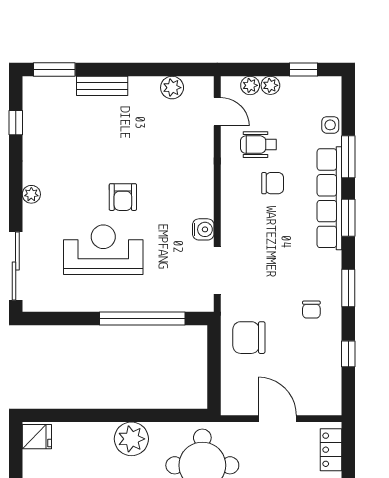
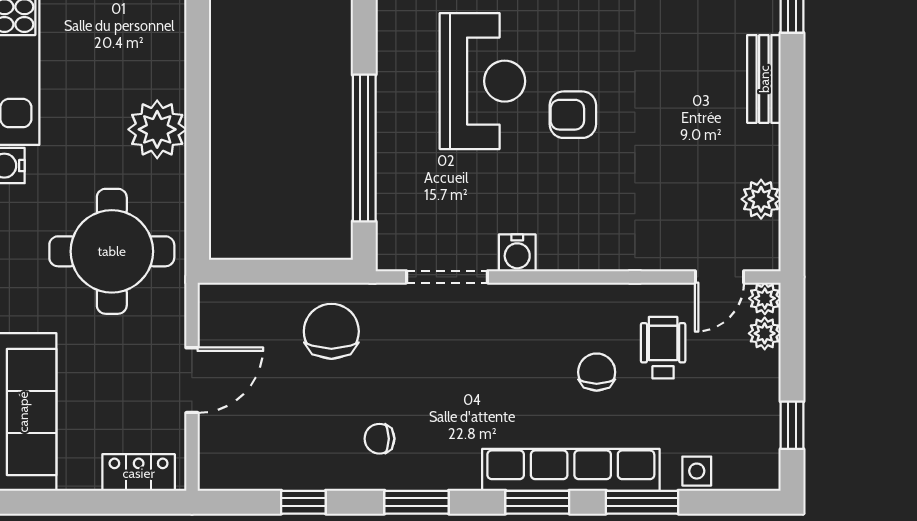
plant: (270, 85) -> (765, 298), moved
chair: (273, 183) -> (597, 372), turned 180

